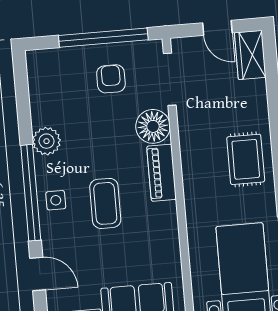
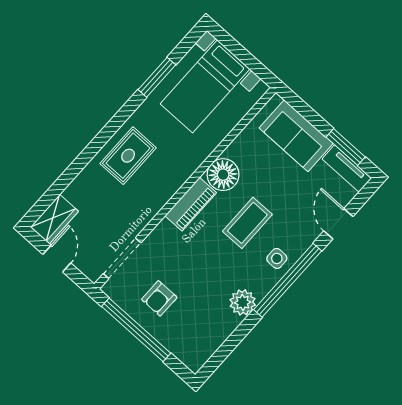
floor lamp: (153, 126) -> (223, 175), moved

